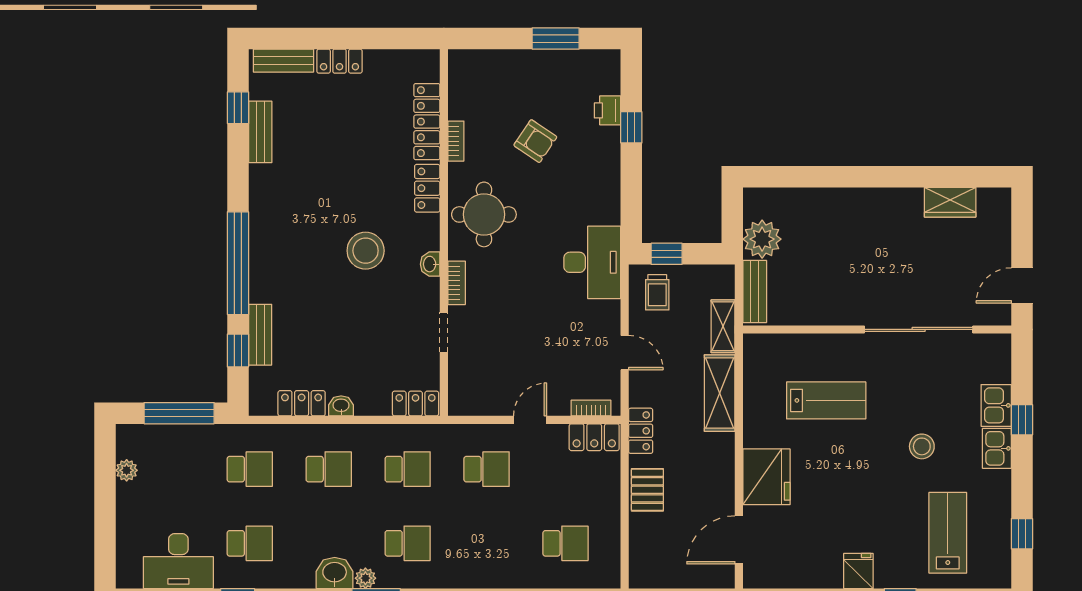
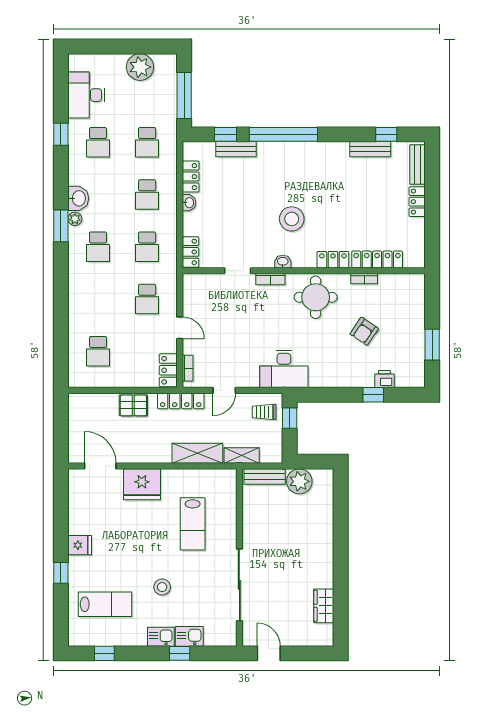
locker: (641, 431) -> (181, 401), width x1.53
plant: (127, 470) -> (140, 67), width x1.88, depth x1.88

